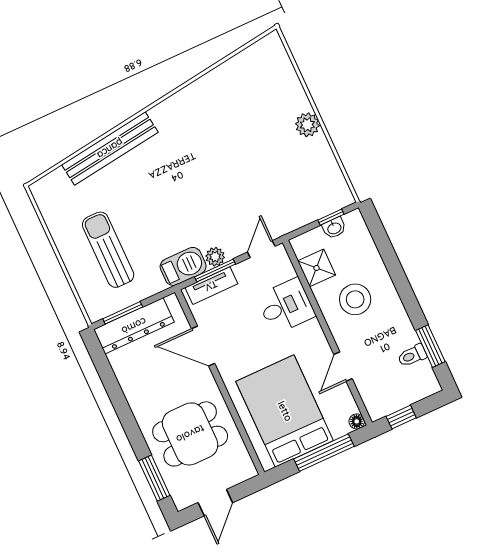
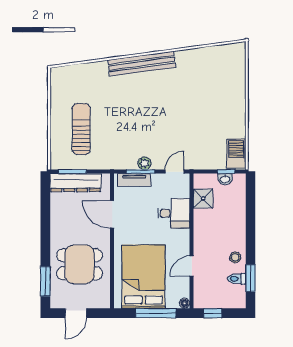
plant: (307, 125) -> (238, 109), removed
bench: (110, 149) -> (142, 64), moved
barbecue: (183, 266) -> (236, 154), moved, turned -90
stool: (355, 299) -> (235, 257), moved, width x0.53, depth x0.53

